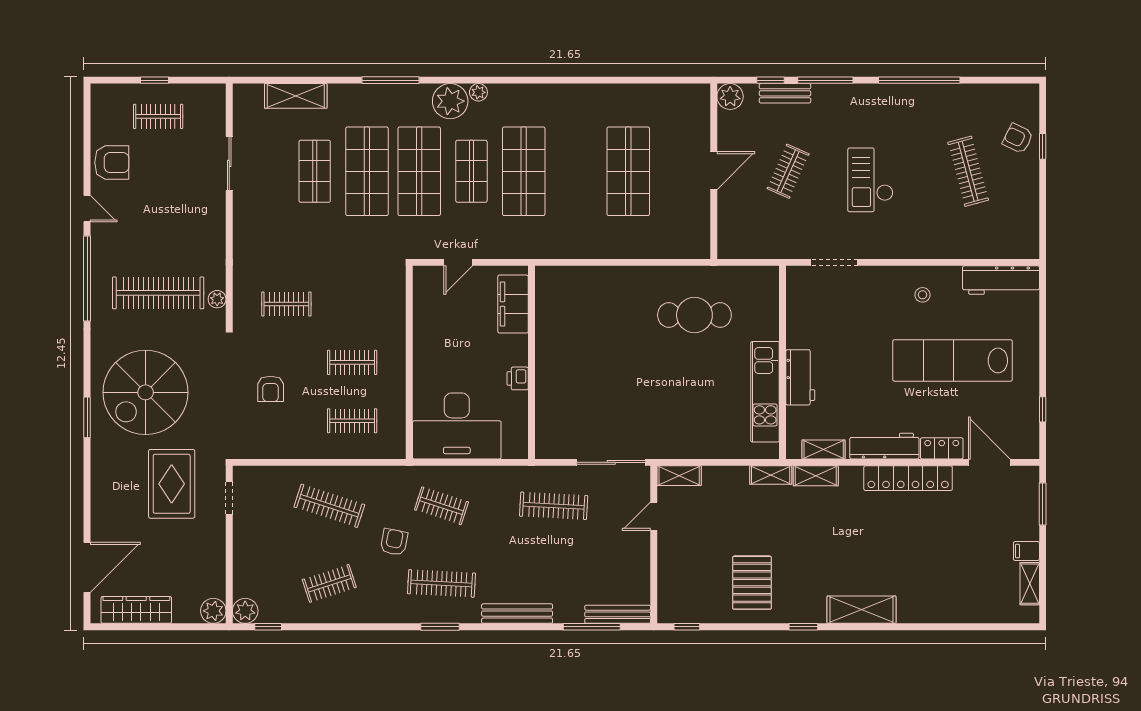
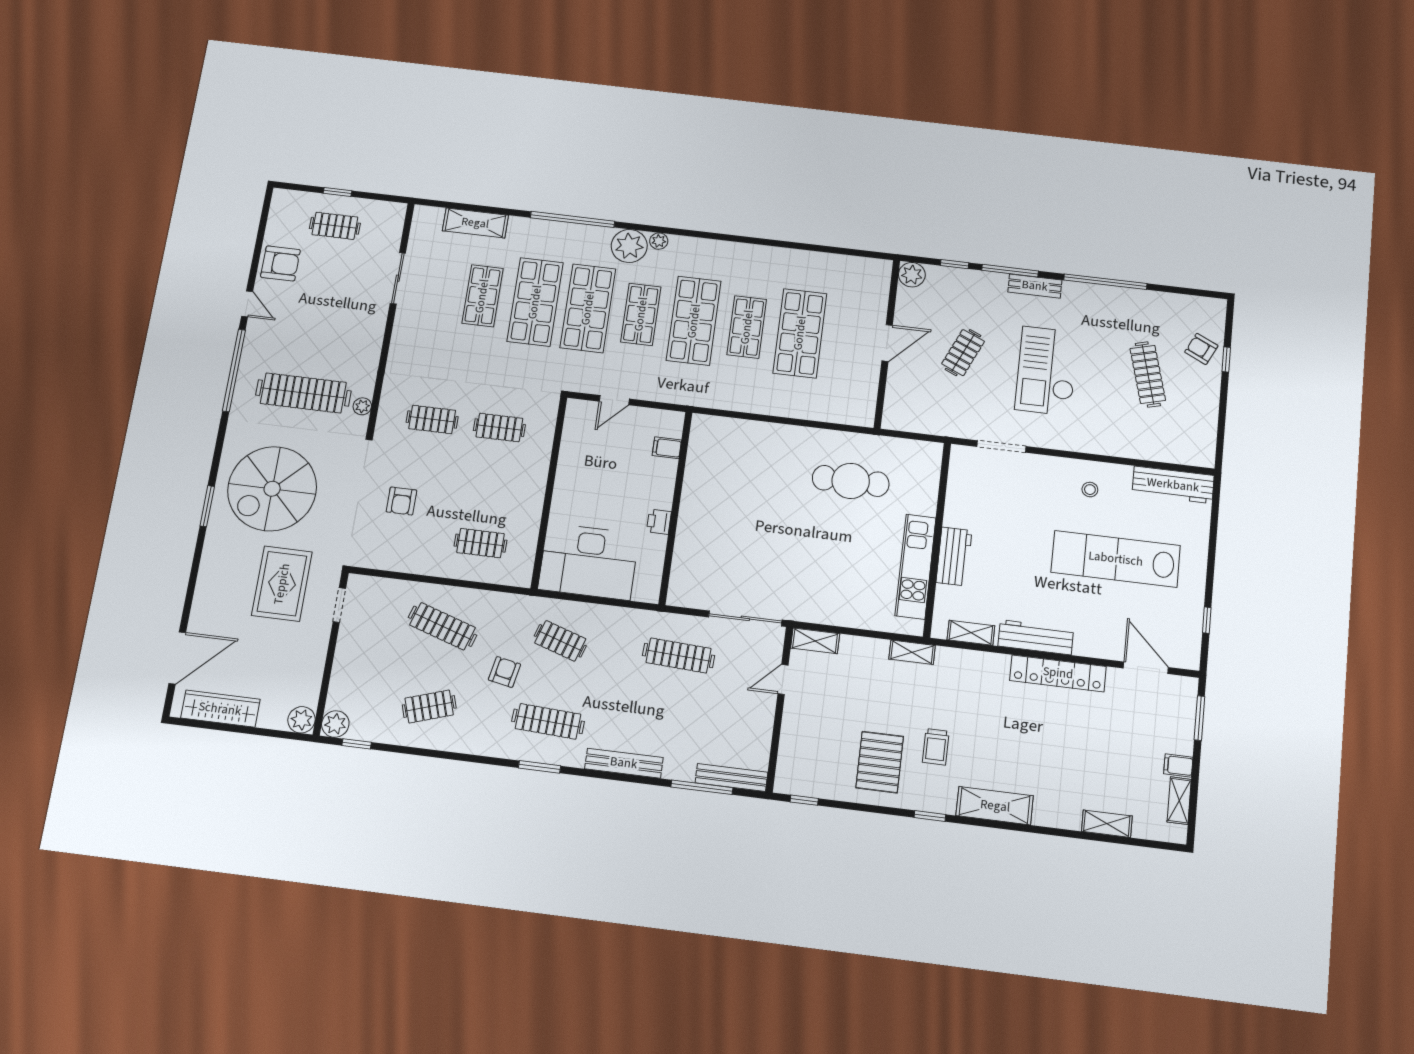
window: (390, 80) -> (572, 219), width x1.46
bench: (785, 93) -> (1035, 286), moved
shop shelf: (576, 171) -> (747, 327), added
checkout: (870, 180) -> (1047, 371), width x1.36, depth x1.21
filing cabinet: (513, 304) -> (667, 448), width x0.33, depth x0.86
clothes rail: (352, 362) -> (499, 428), moved
locker: (942, 448) -> (1096, 647), removed
shelving: (816, 476) -> (1107, 824), moved
trolley: (802, 562) -> (936, 747), added

